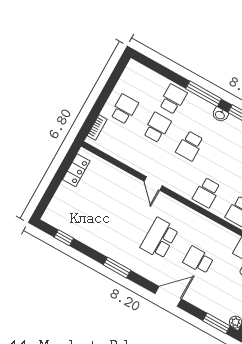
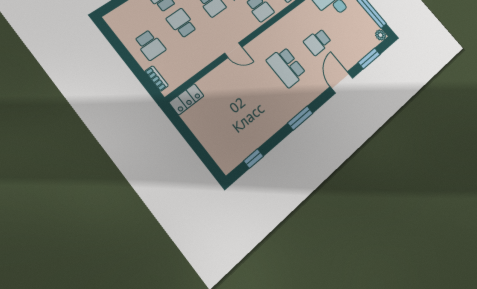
school desk: (124, 109) -> (150, 45), turned 180
locker: (76, 170) -> (186, 99), moved, turned 90
window: (216, 323) -> (369, 58), moved

